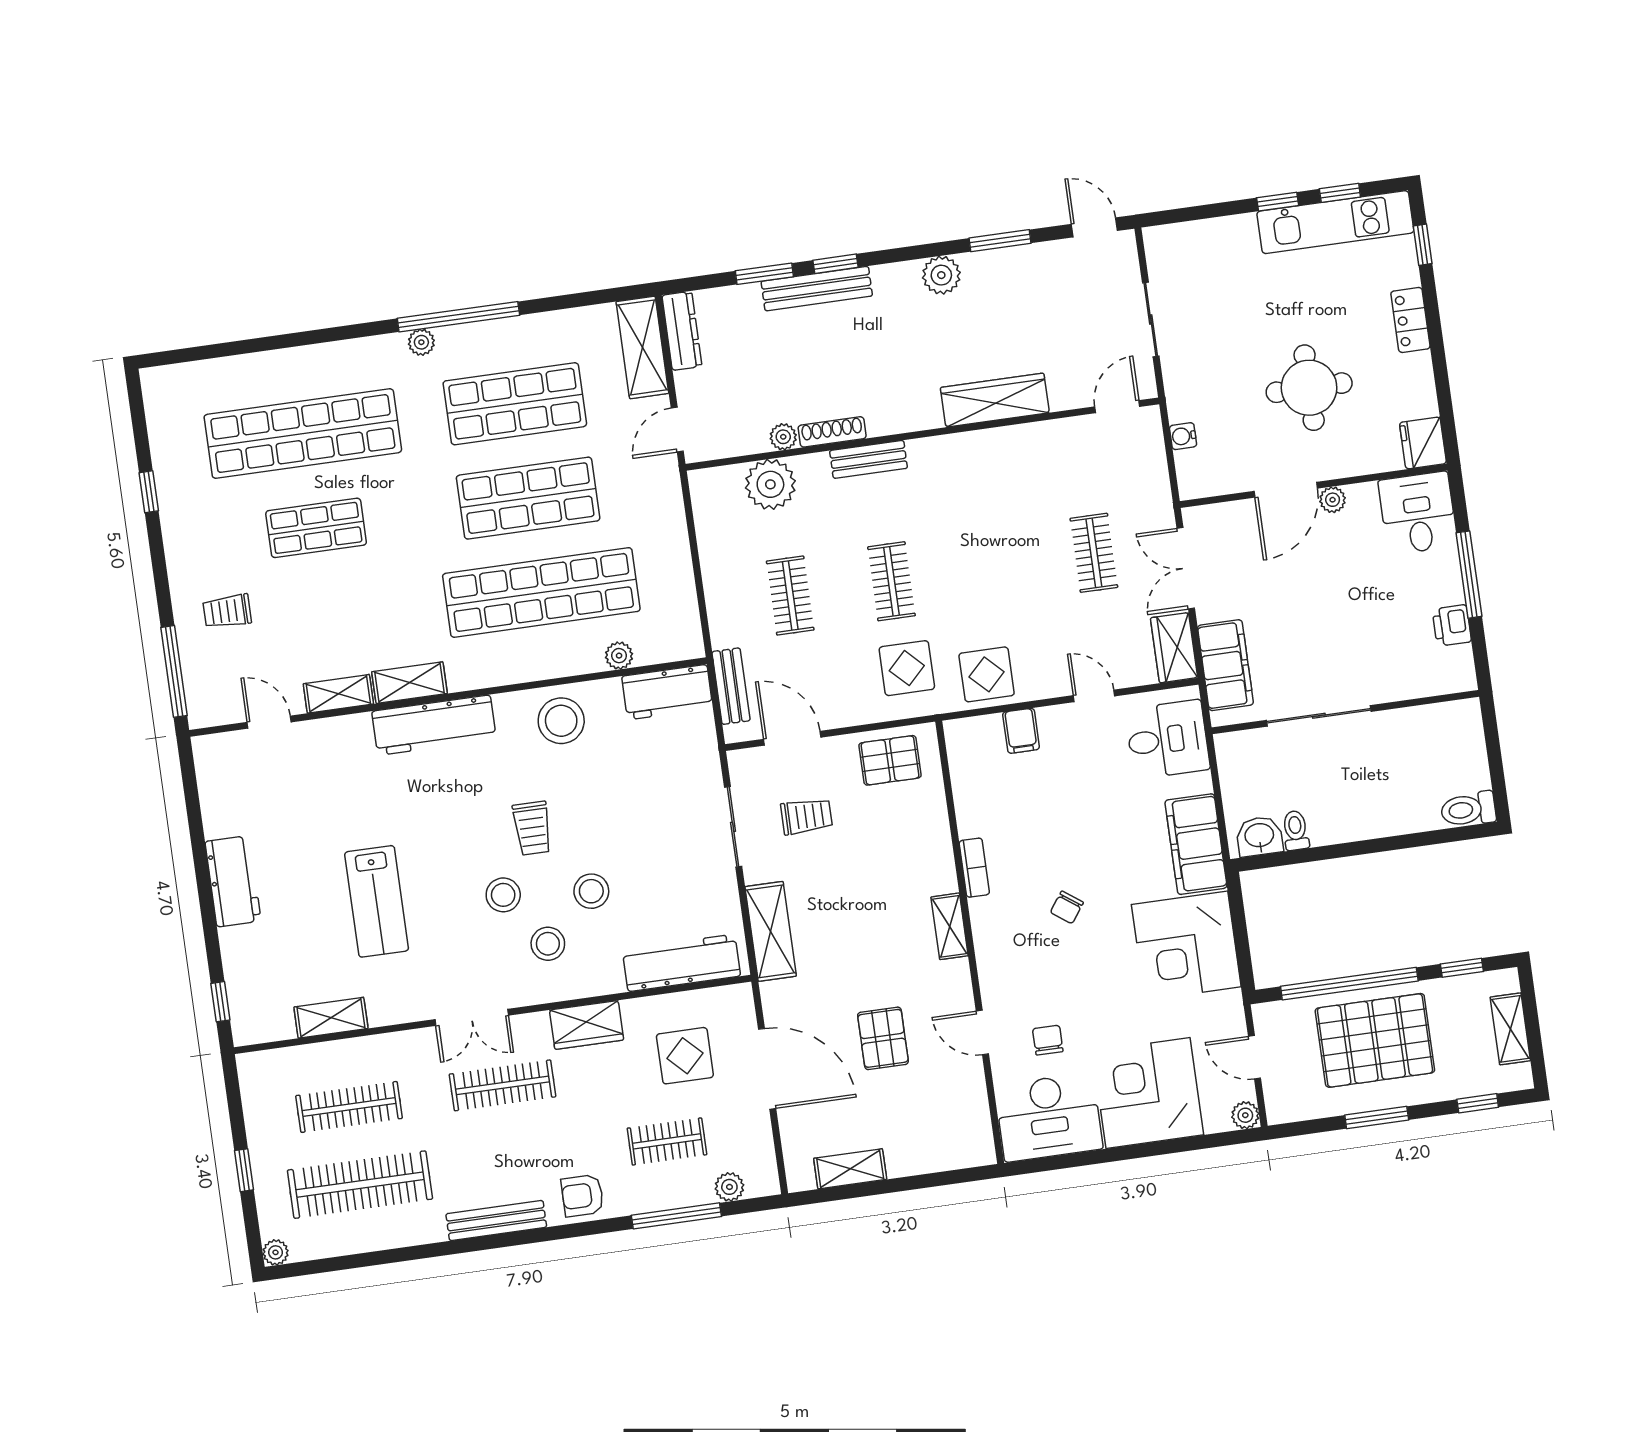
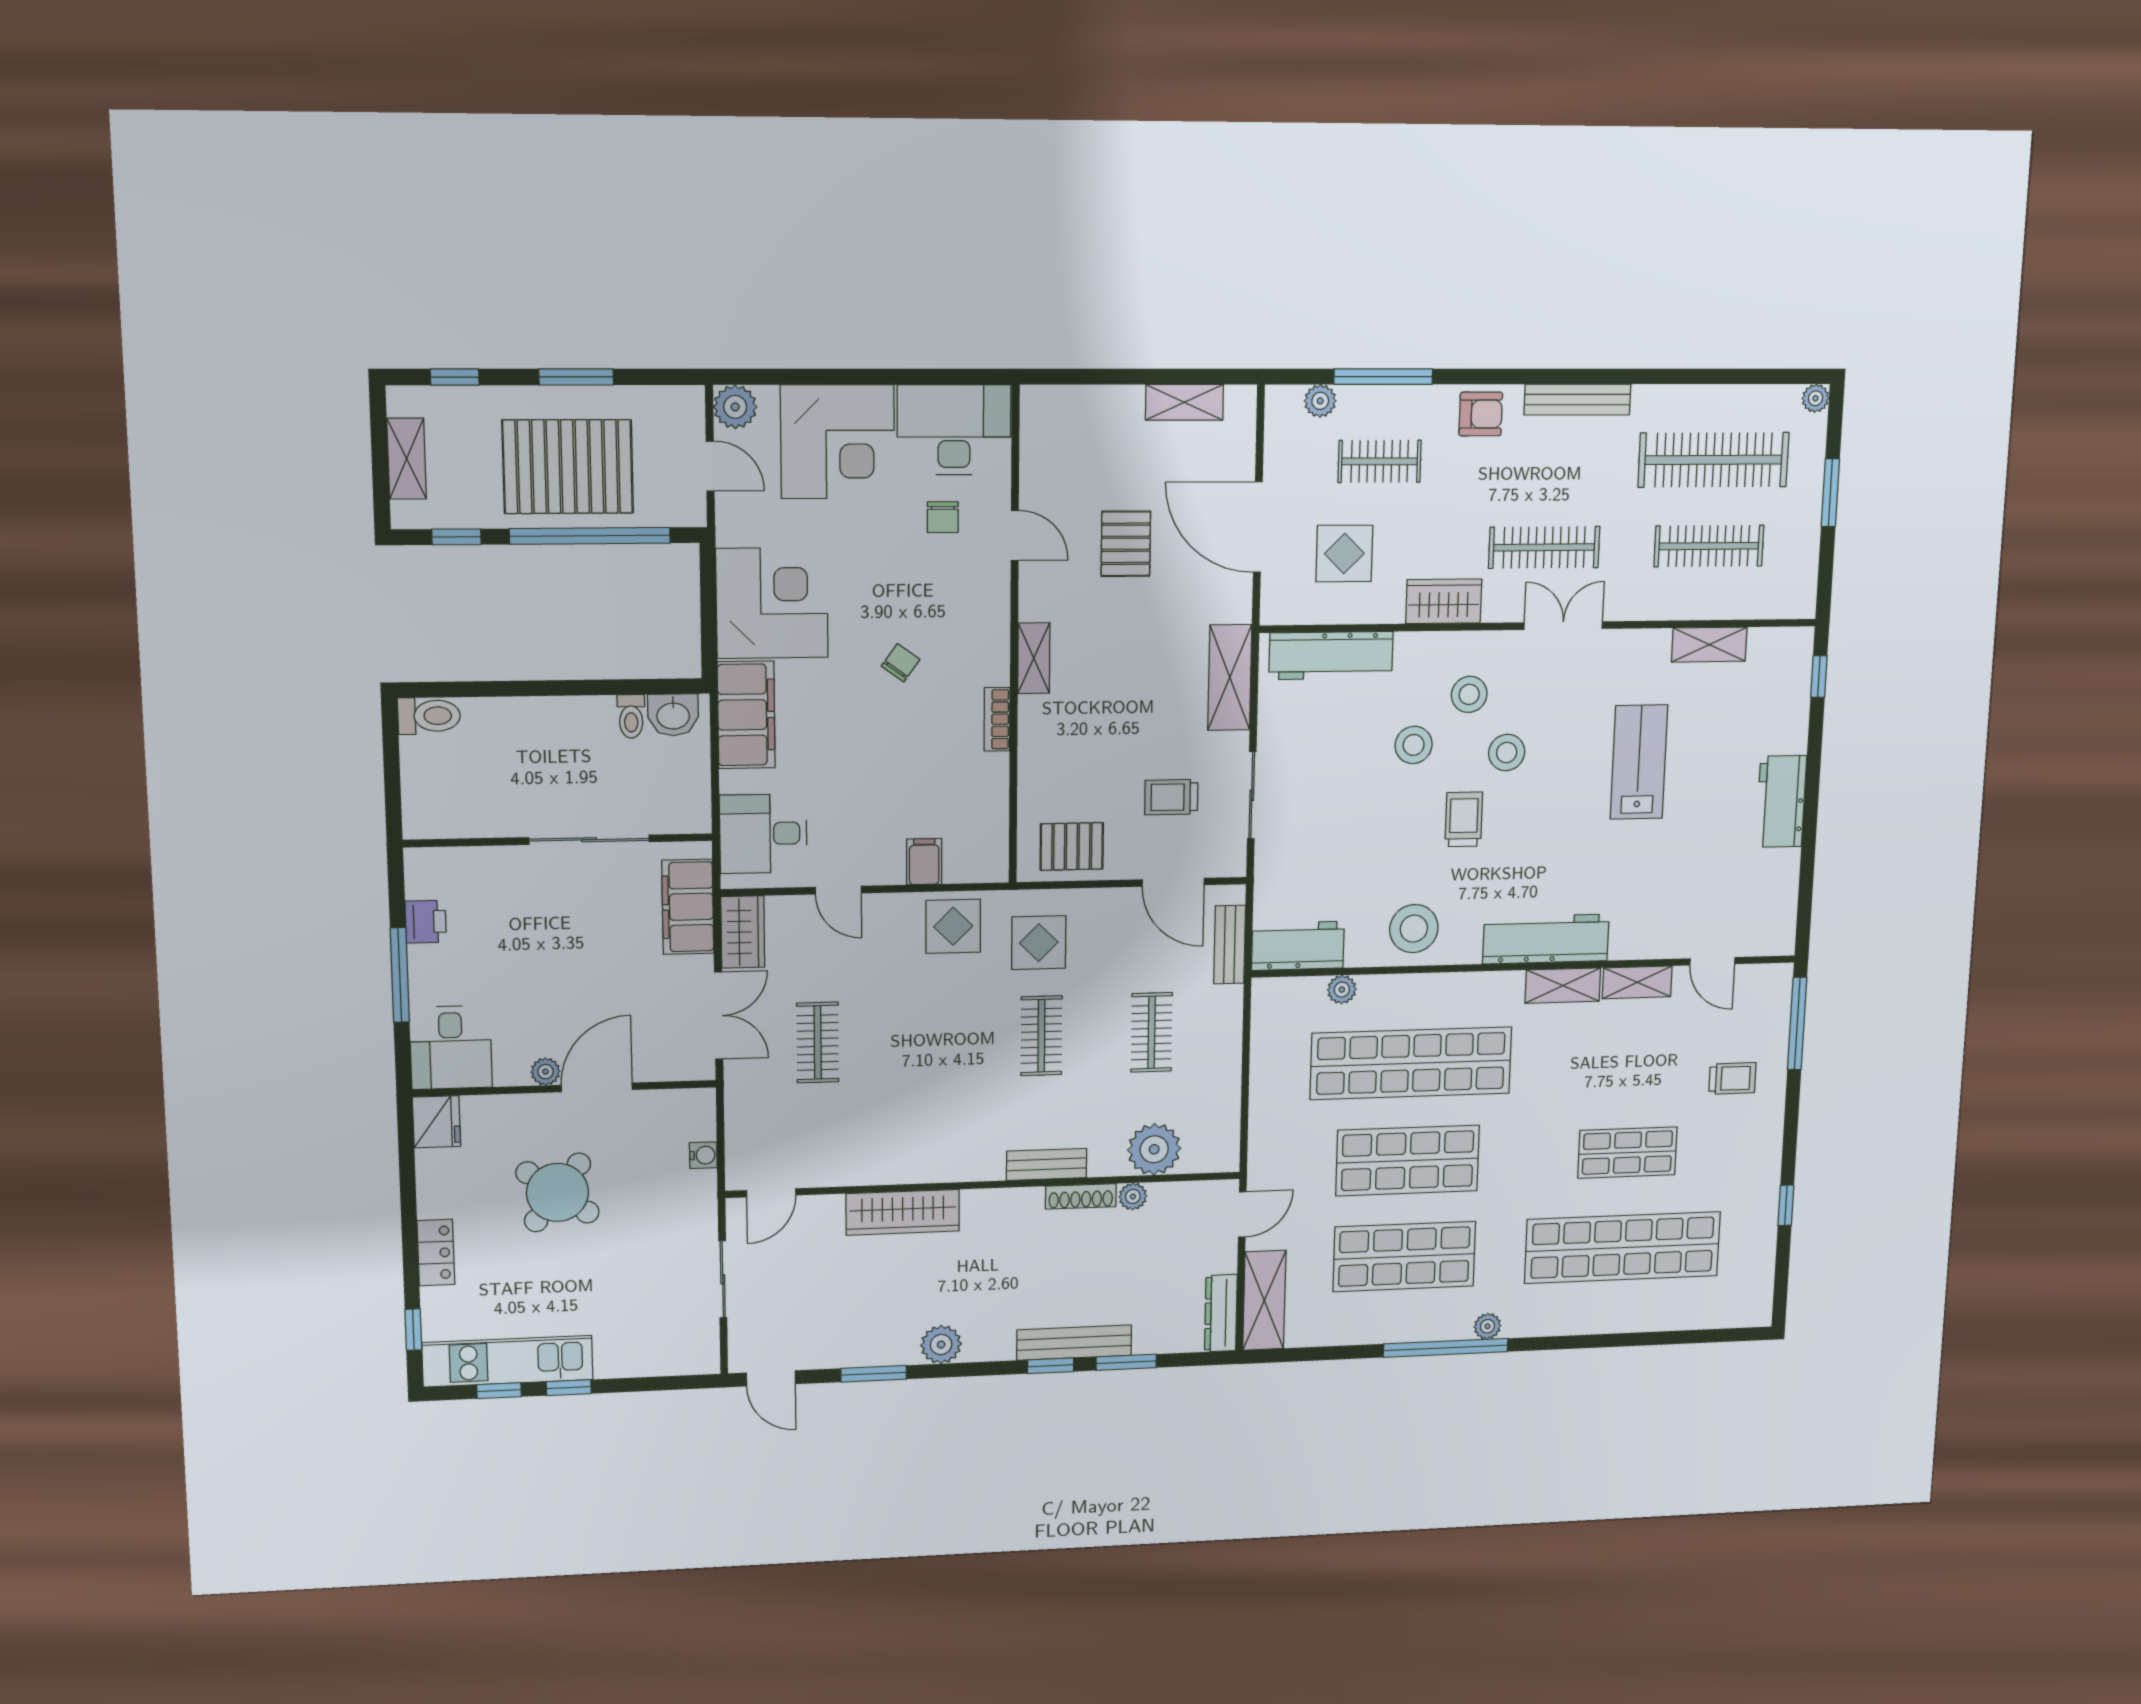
round table: (1309, 388) -> (557, 1192), turned 37
plant: (1245, 1115) -> (735, 407), width x1.38, depth x1.38
window: (244, 1170) -> (1830, 493), width x1.50

